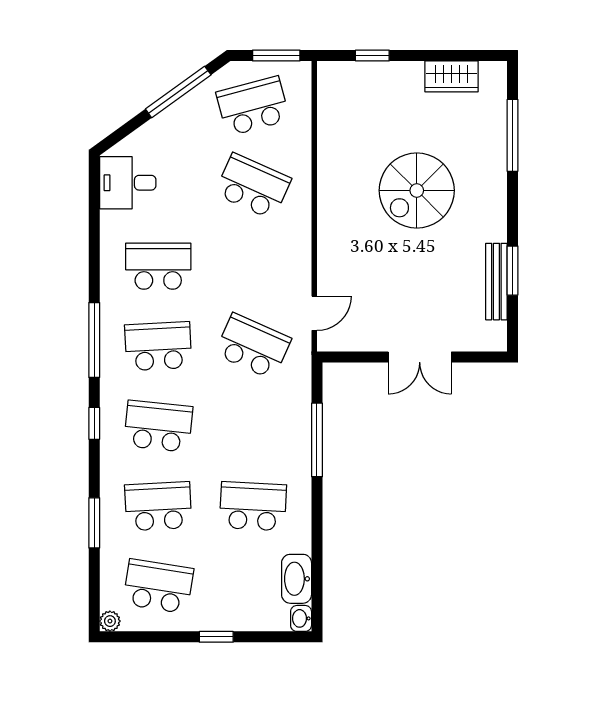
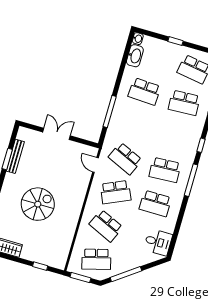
door: (314, 313) -> (96, 165), hinge flipped
school desk: (158, 426) -> (116, 192), moved, turned -30

